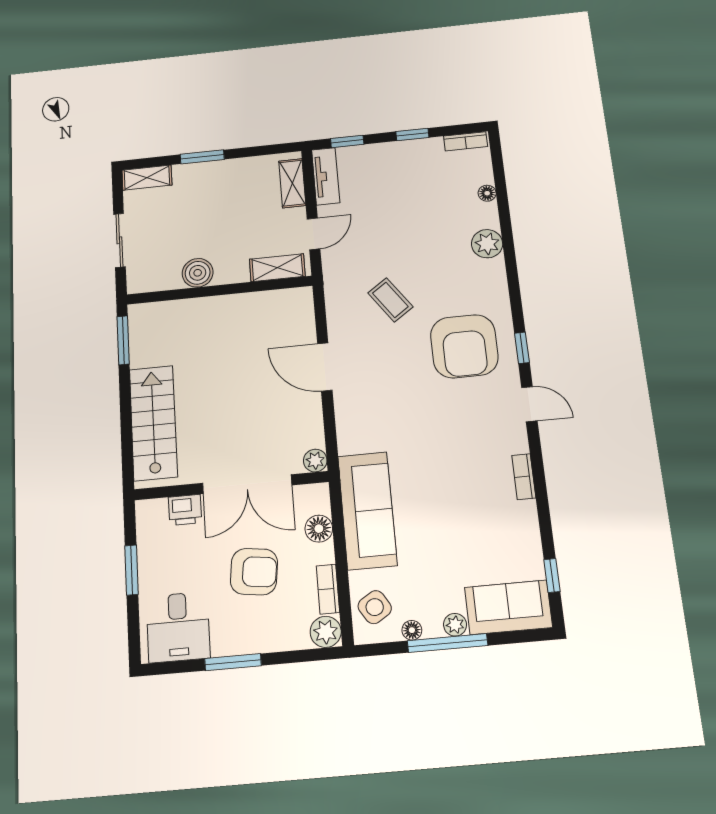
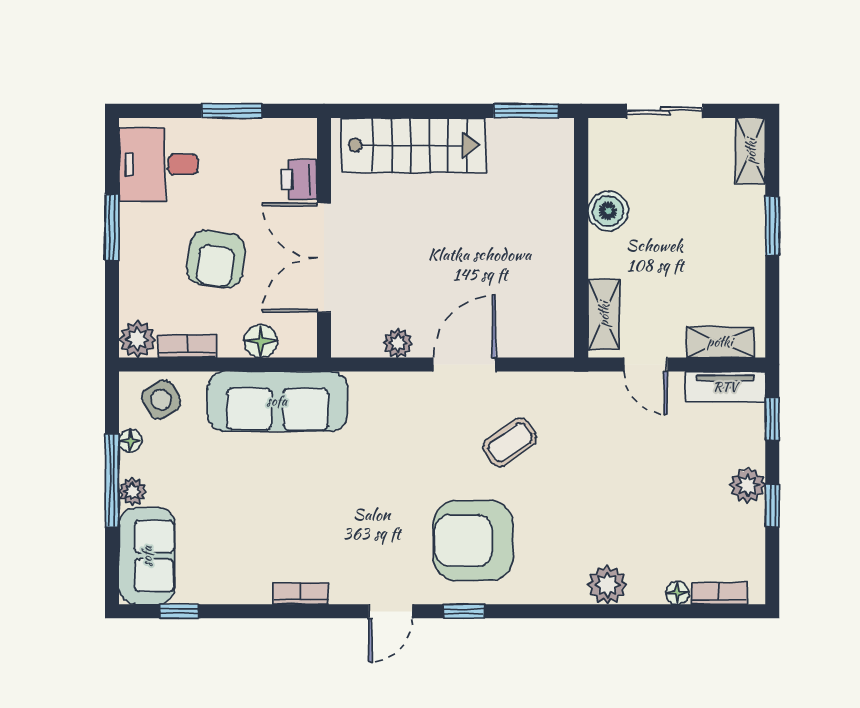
bookcase: (466, 141) -> (719, 593), moved, turned 90
plant: (399, 153) -> (747, 485), added
coffee table: (390, 300) -> (510, 442), moved
plant: (315, 461) -> (398, 343), moved

